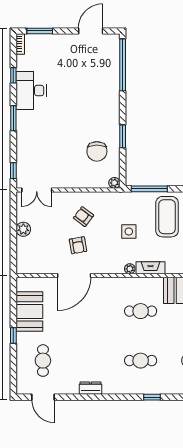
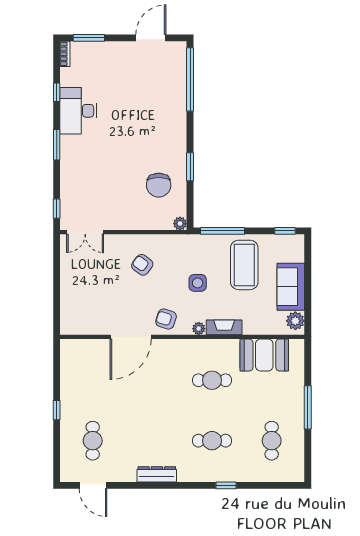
plant: (23, 229) -> (69, 280), removed
armchair: (78, 245) -> (166, 319), moved, turned 118
booth: (29, 311) -> (76, 381), removed
dresser: (90, 388) -> (157, 474), width x1.44

